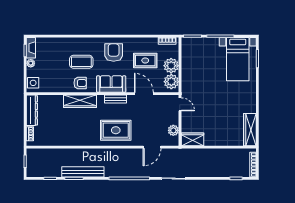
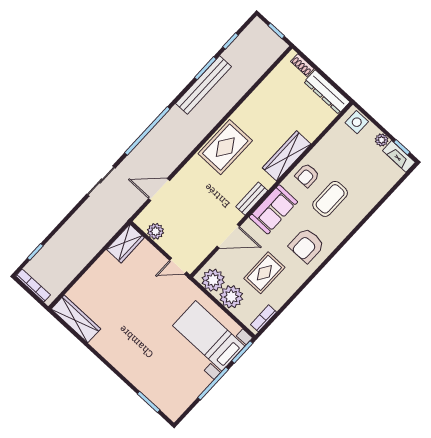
armchair: (114, 52) -> (307, 245), turned 90
bed with nightstands: (238, 59) -> (209, 336), moved
rug: (116, 130) -> (225, 147), moved
door: (152, 147) -> (159, 190), hinge flipped

